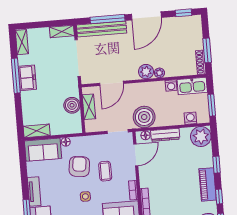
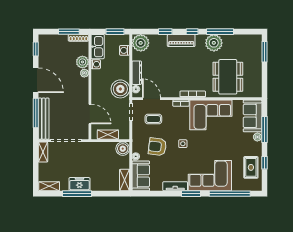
plant: (146, 72) -> (82, 62), moved
boiler: (72, 105) -> (123, 149), moved
coffee table: (105, 171) -> (153, 119), moved

